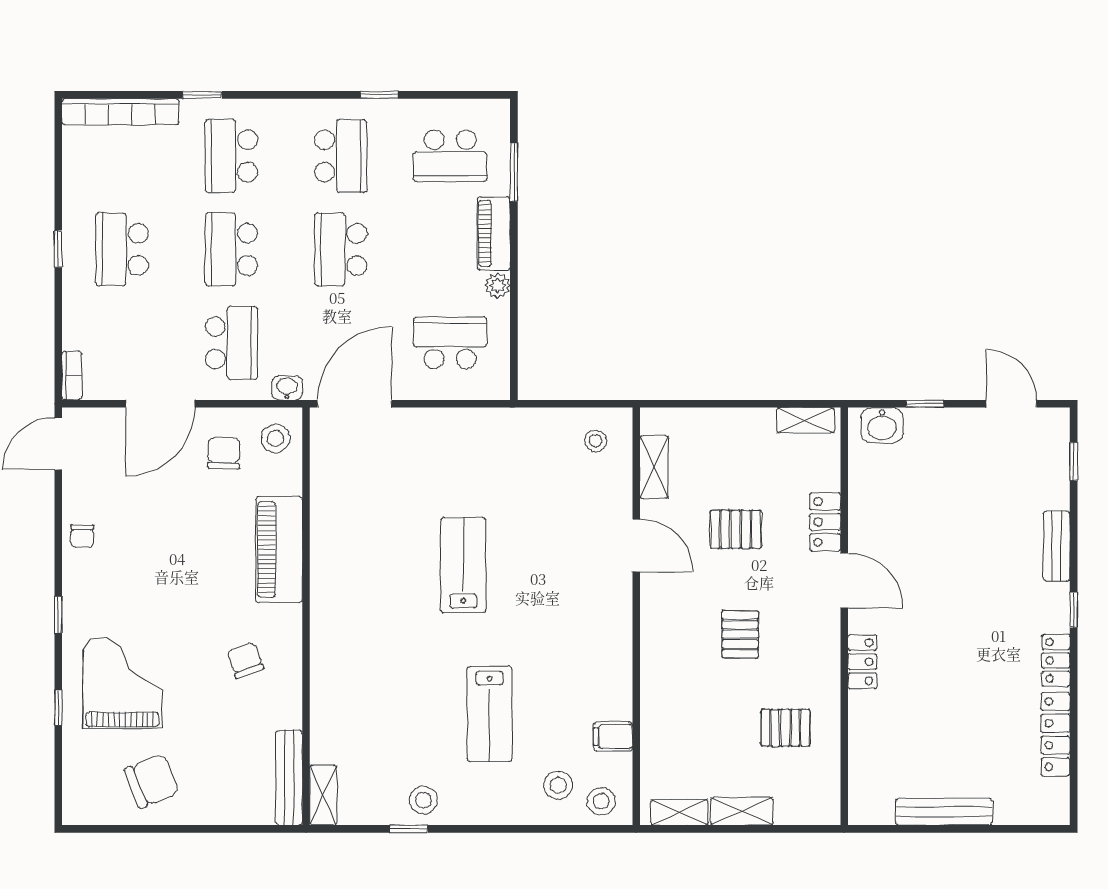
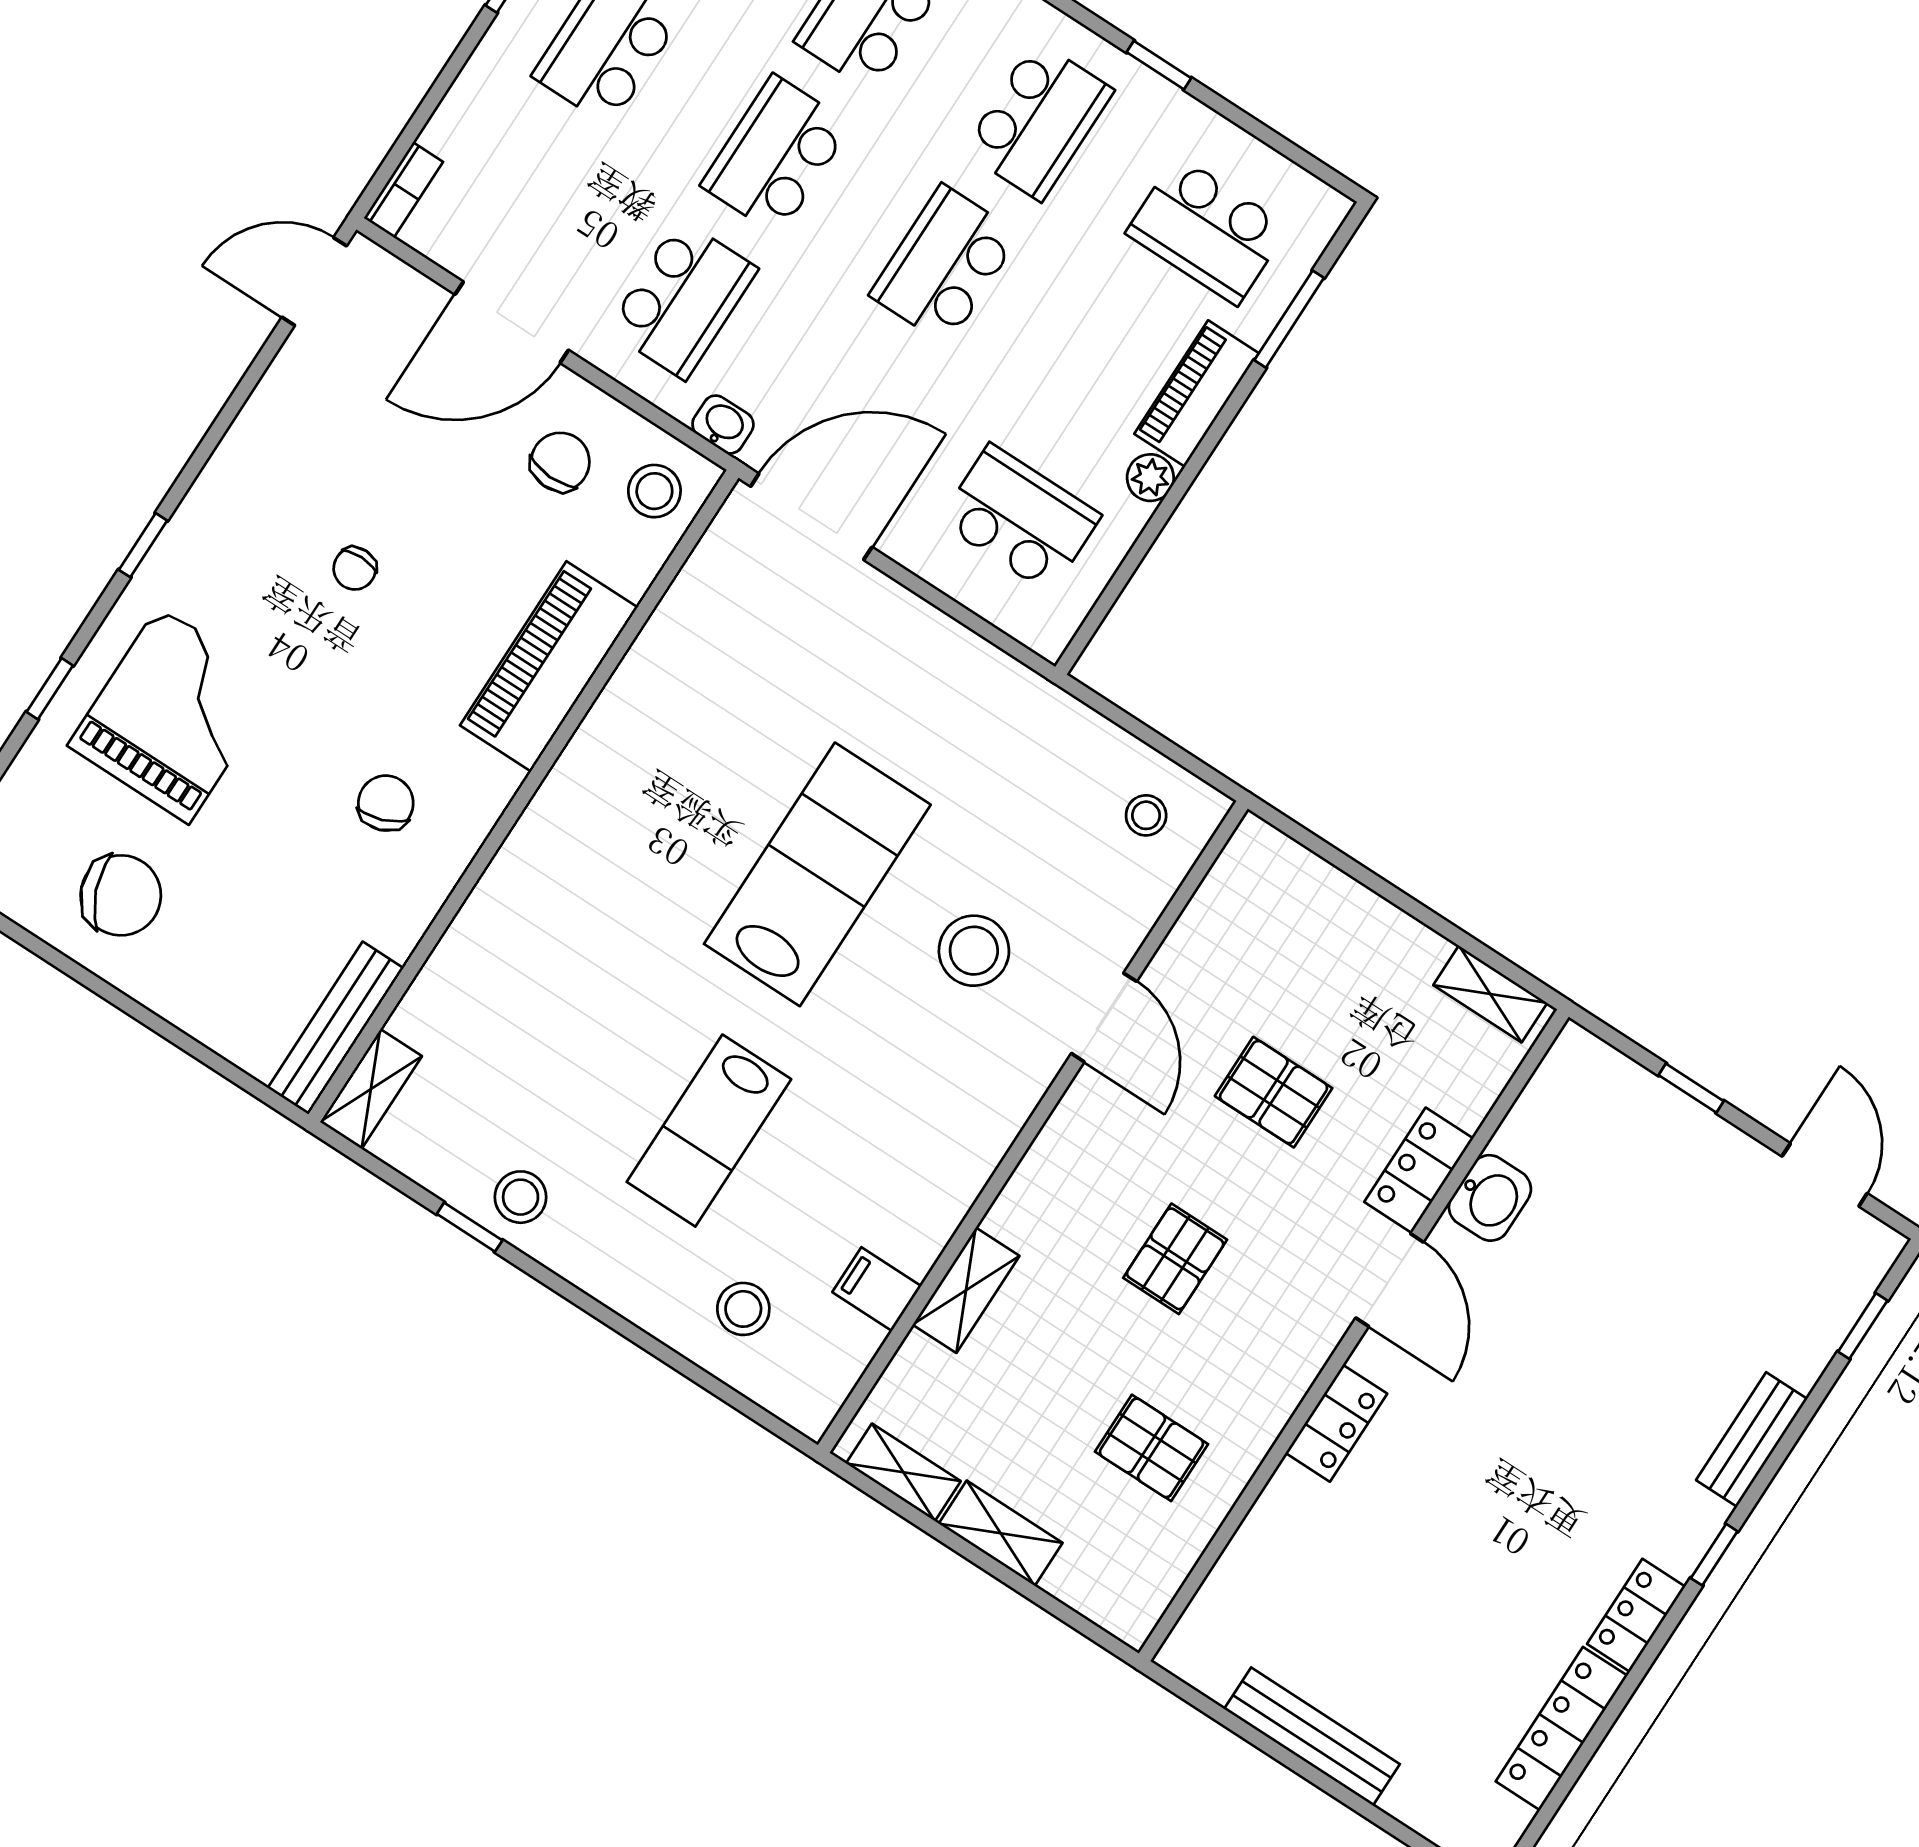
washbasin: (882, 425) -> (1490, 1198), moved, turned -90
shelving: (654, 467) -> (966, 1290), moved
chair: (82, 536) -> (355, 569), moved
lab bench: (463, 565) -> (817, 874), width x1.36, depth x1.39
stool: (601, 801) -> (974, 951), moved, width x1.38, depth x1.38

